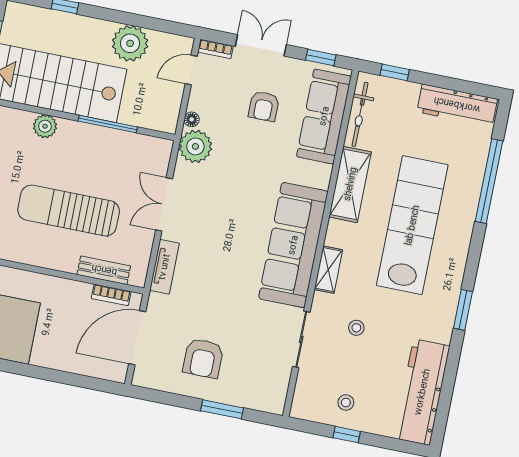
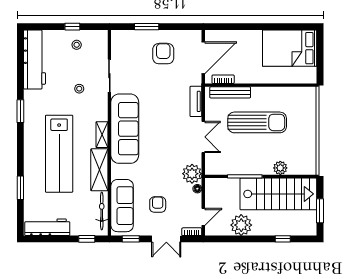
window: (489, 181) -> (20, 188), width x0.47
bench: (104, 270) -> (230, 92), width x1.36
shelving: (328, 270) -> (102, 135), moved

